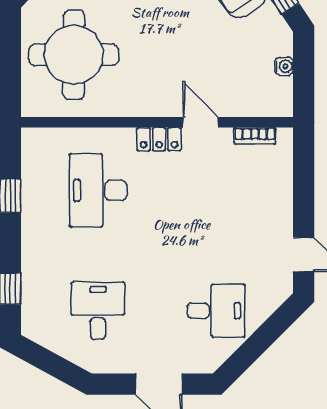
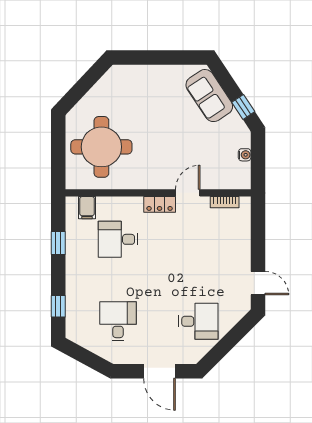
door: (201, 122) -> (188, 193), hinge flipped
filing cabinet: (53, 144) -> (87, 208), added
desk: (98, 190) -> (118, 239), width x0.73

